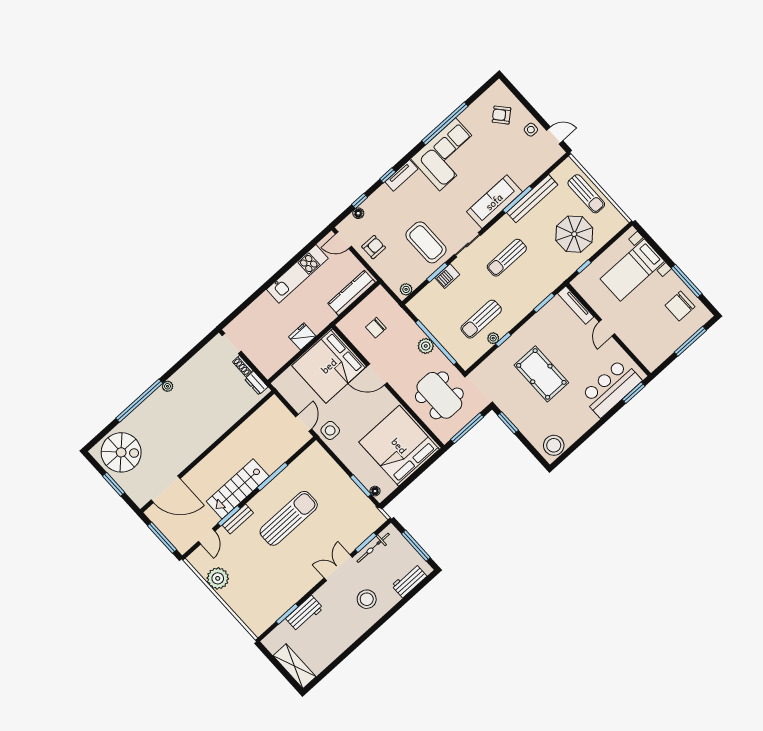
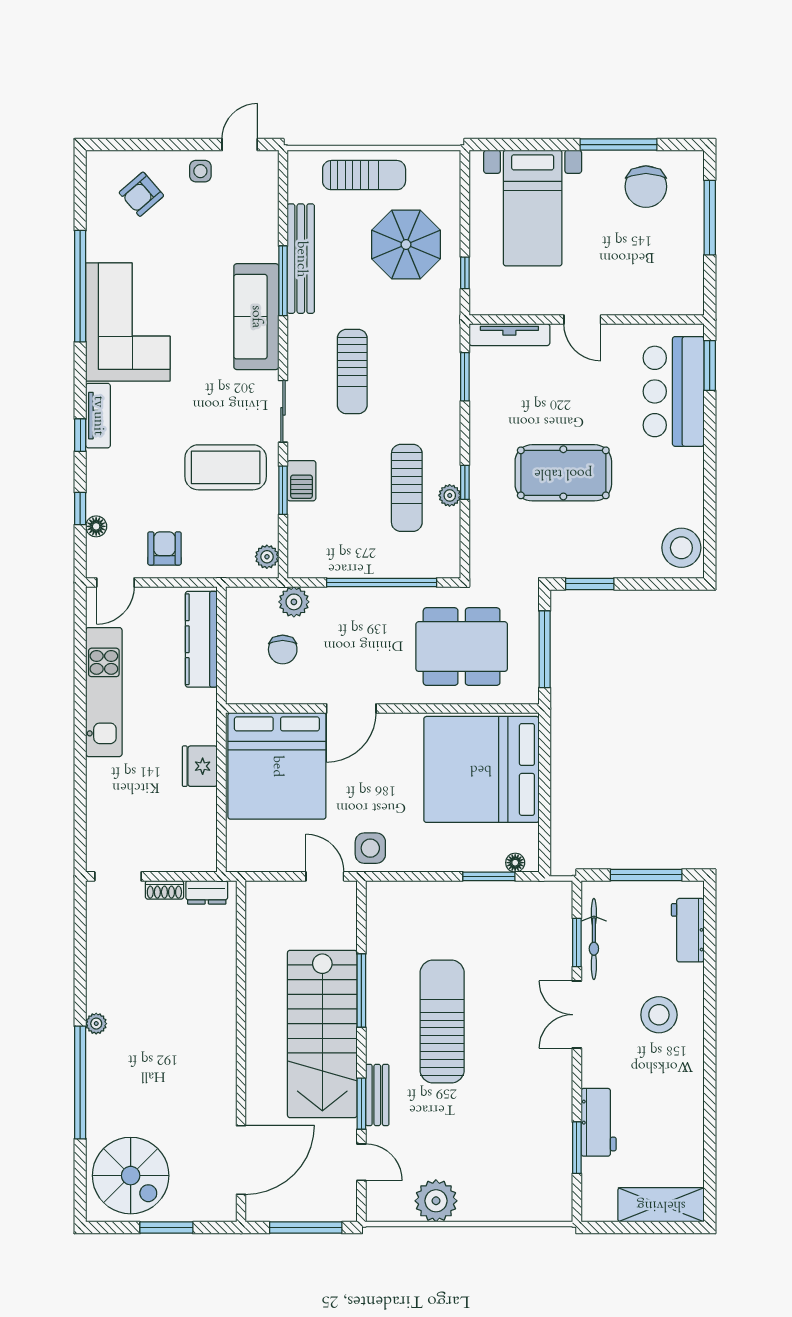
plant: (426, 346) -> (294, 602), moved
spiral stairs: (121, 452) -> (131, 1176), turned 90
stairs: (238, 489) -> (322, 1034), width x1.36, depth x1.51

